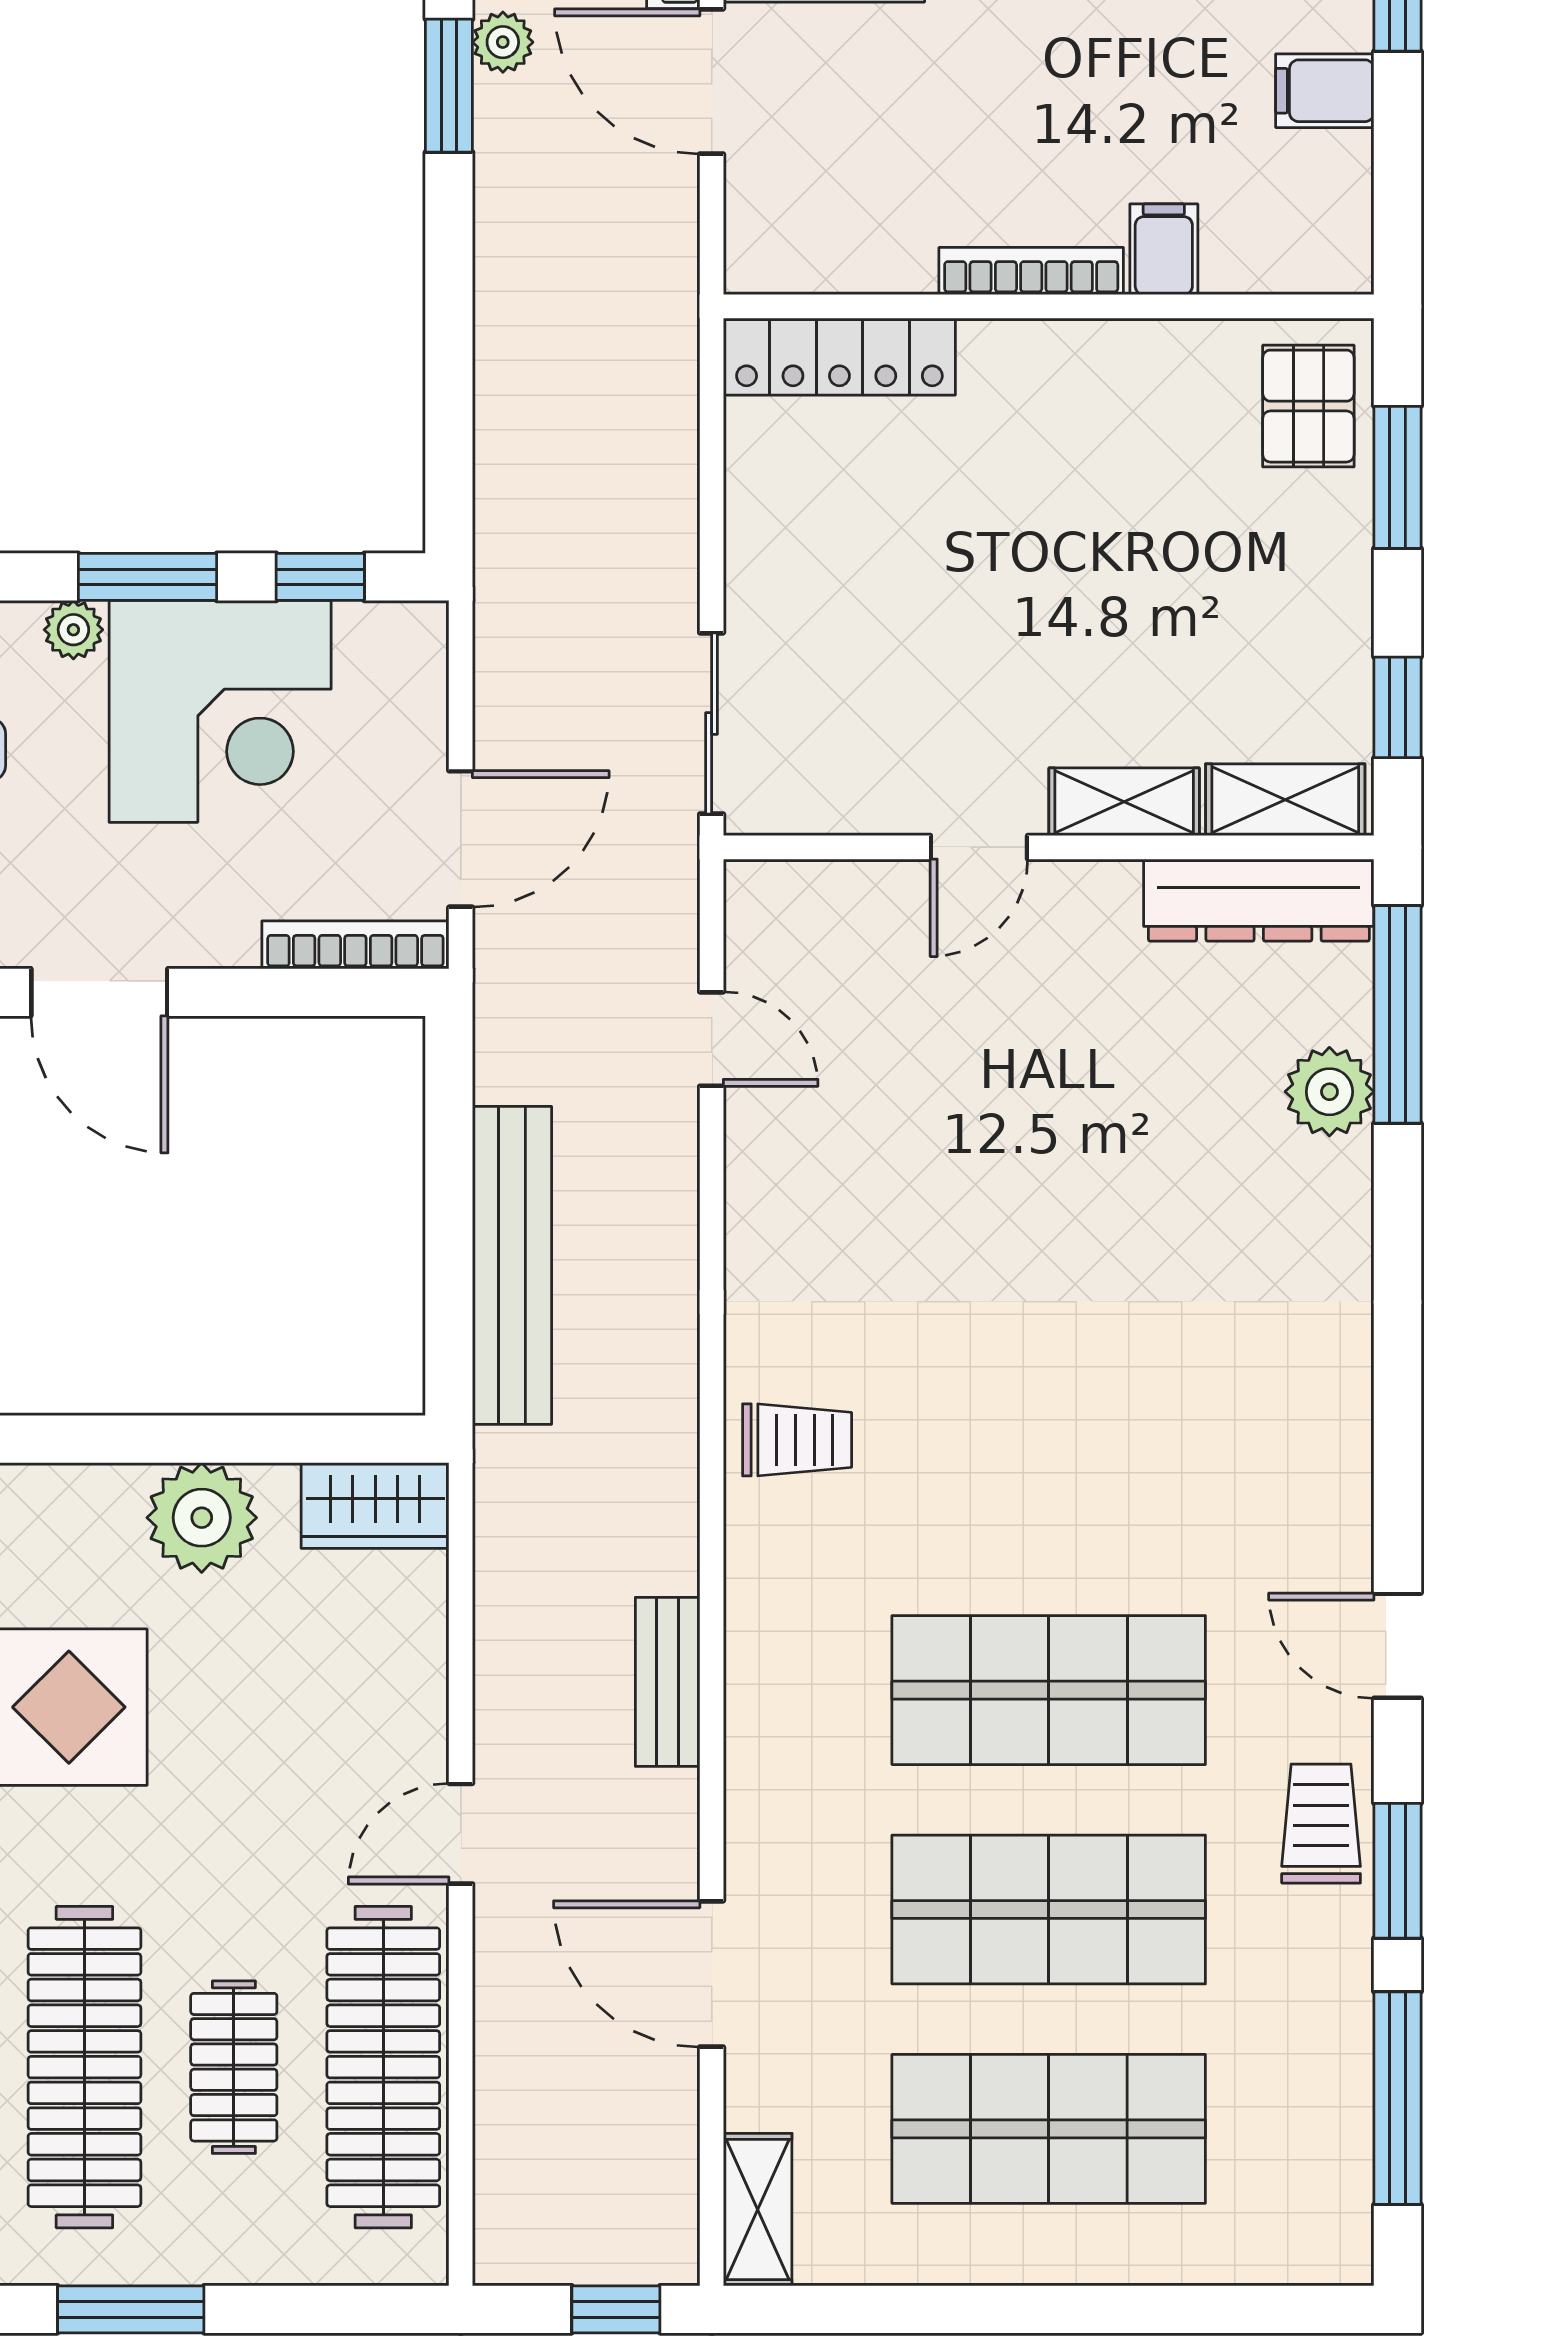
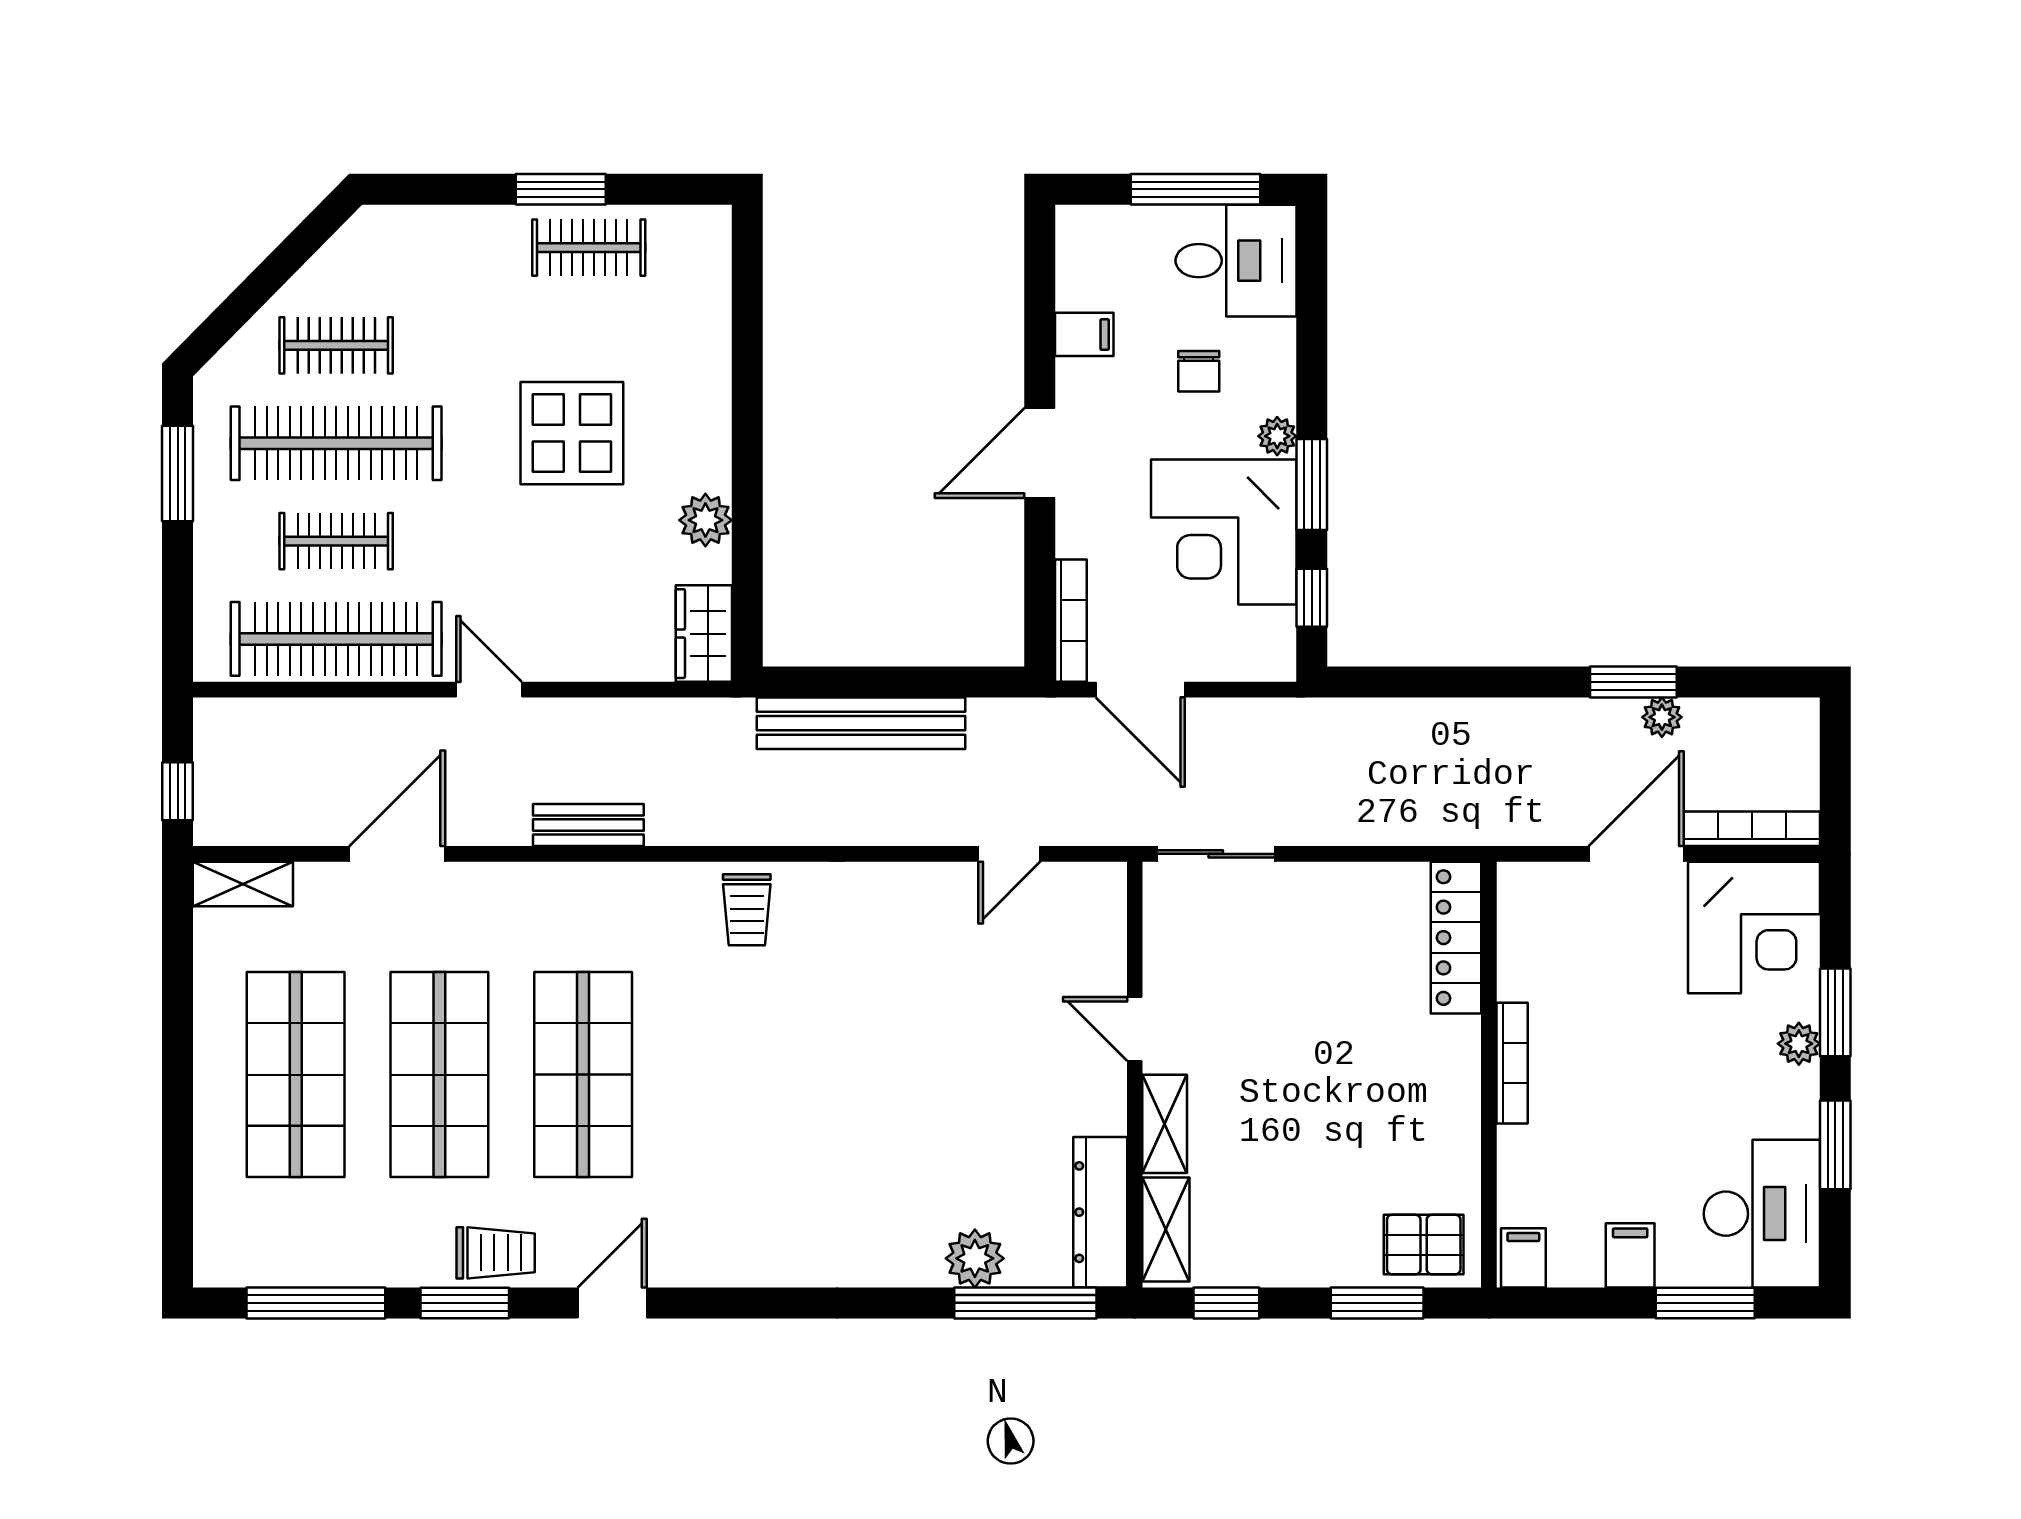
filing cabinet: (1164, 249) -> (1523, 1258), moved, turned -90
plant: (202, 1518) -> (705, 520), width x0.73, depth x0.73

